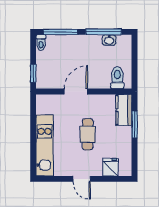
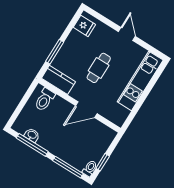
window: (33, 73) -> (103, 162), moved
kitchen counter: (124, 110) -> (58, 80), moved, turned -90
fridge: (110, 167) -> (84, 26), moved, turned -90

